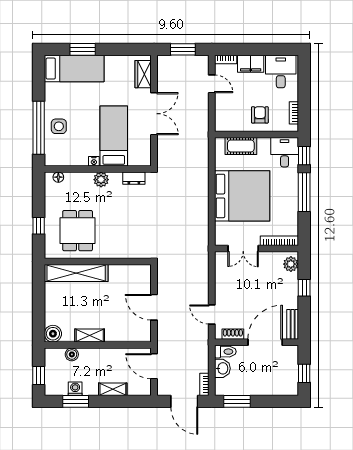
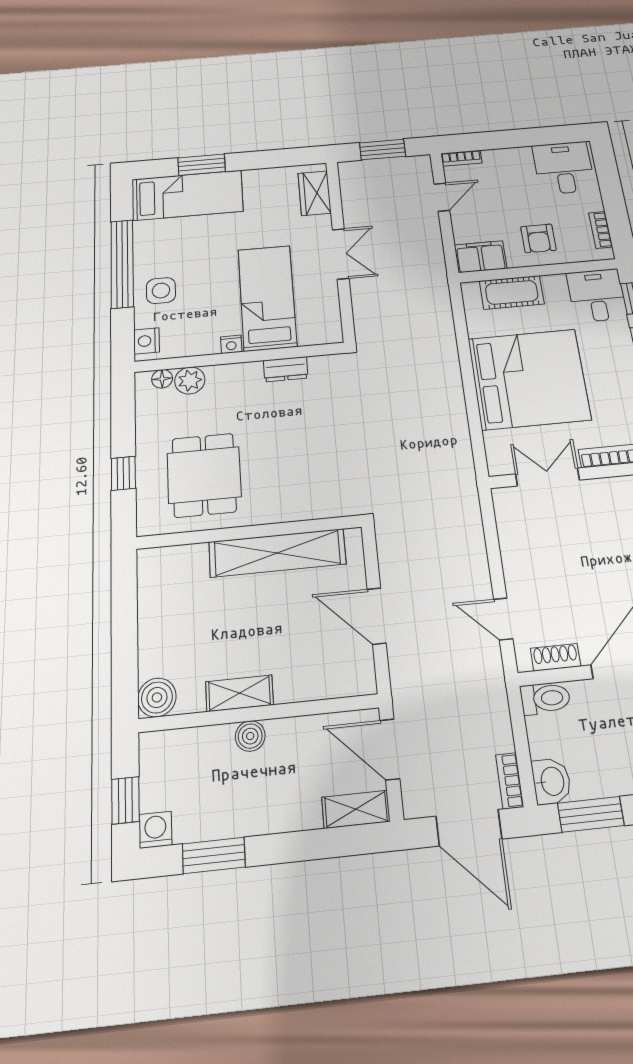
filing cabinet: (251, 64) -> (481, 257), moved, turned 180
door: (212, 84) -> (442, 197), hinge flipped
double door: (154, 114) -> (341, 254), width x0.73
armchair: (260, 115) -> (538, 238), turned 180
window: (39, 128) -> (122, 264), moved
nightstand: (51, 155) -> (147, 341), added
dresser: (134, 178) -> (286, 369), moved
plant: (101, 180) -> (190, 380), moved
double door: (243, 248) -> (548, 477), swing flipped
shelving: (76, 273) -> (277, 553), moved
boiler: (72, 354) -> (250, 736), moved
washbasin: (222, 368) -> (551, 781), moved
washing machine: (75, 389) -> (155, 830), moved
shelving: (113, 389) -> (356, 809), moved

